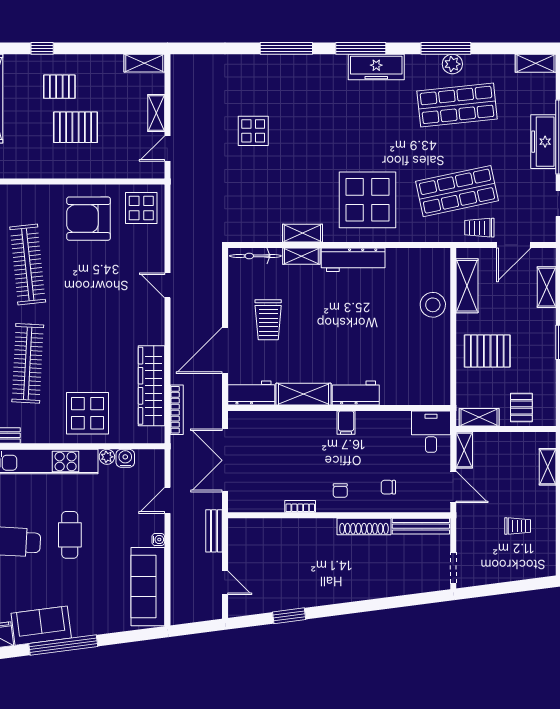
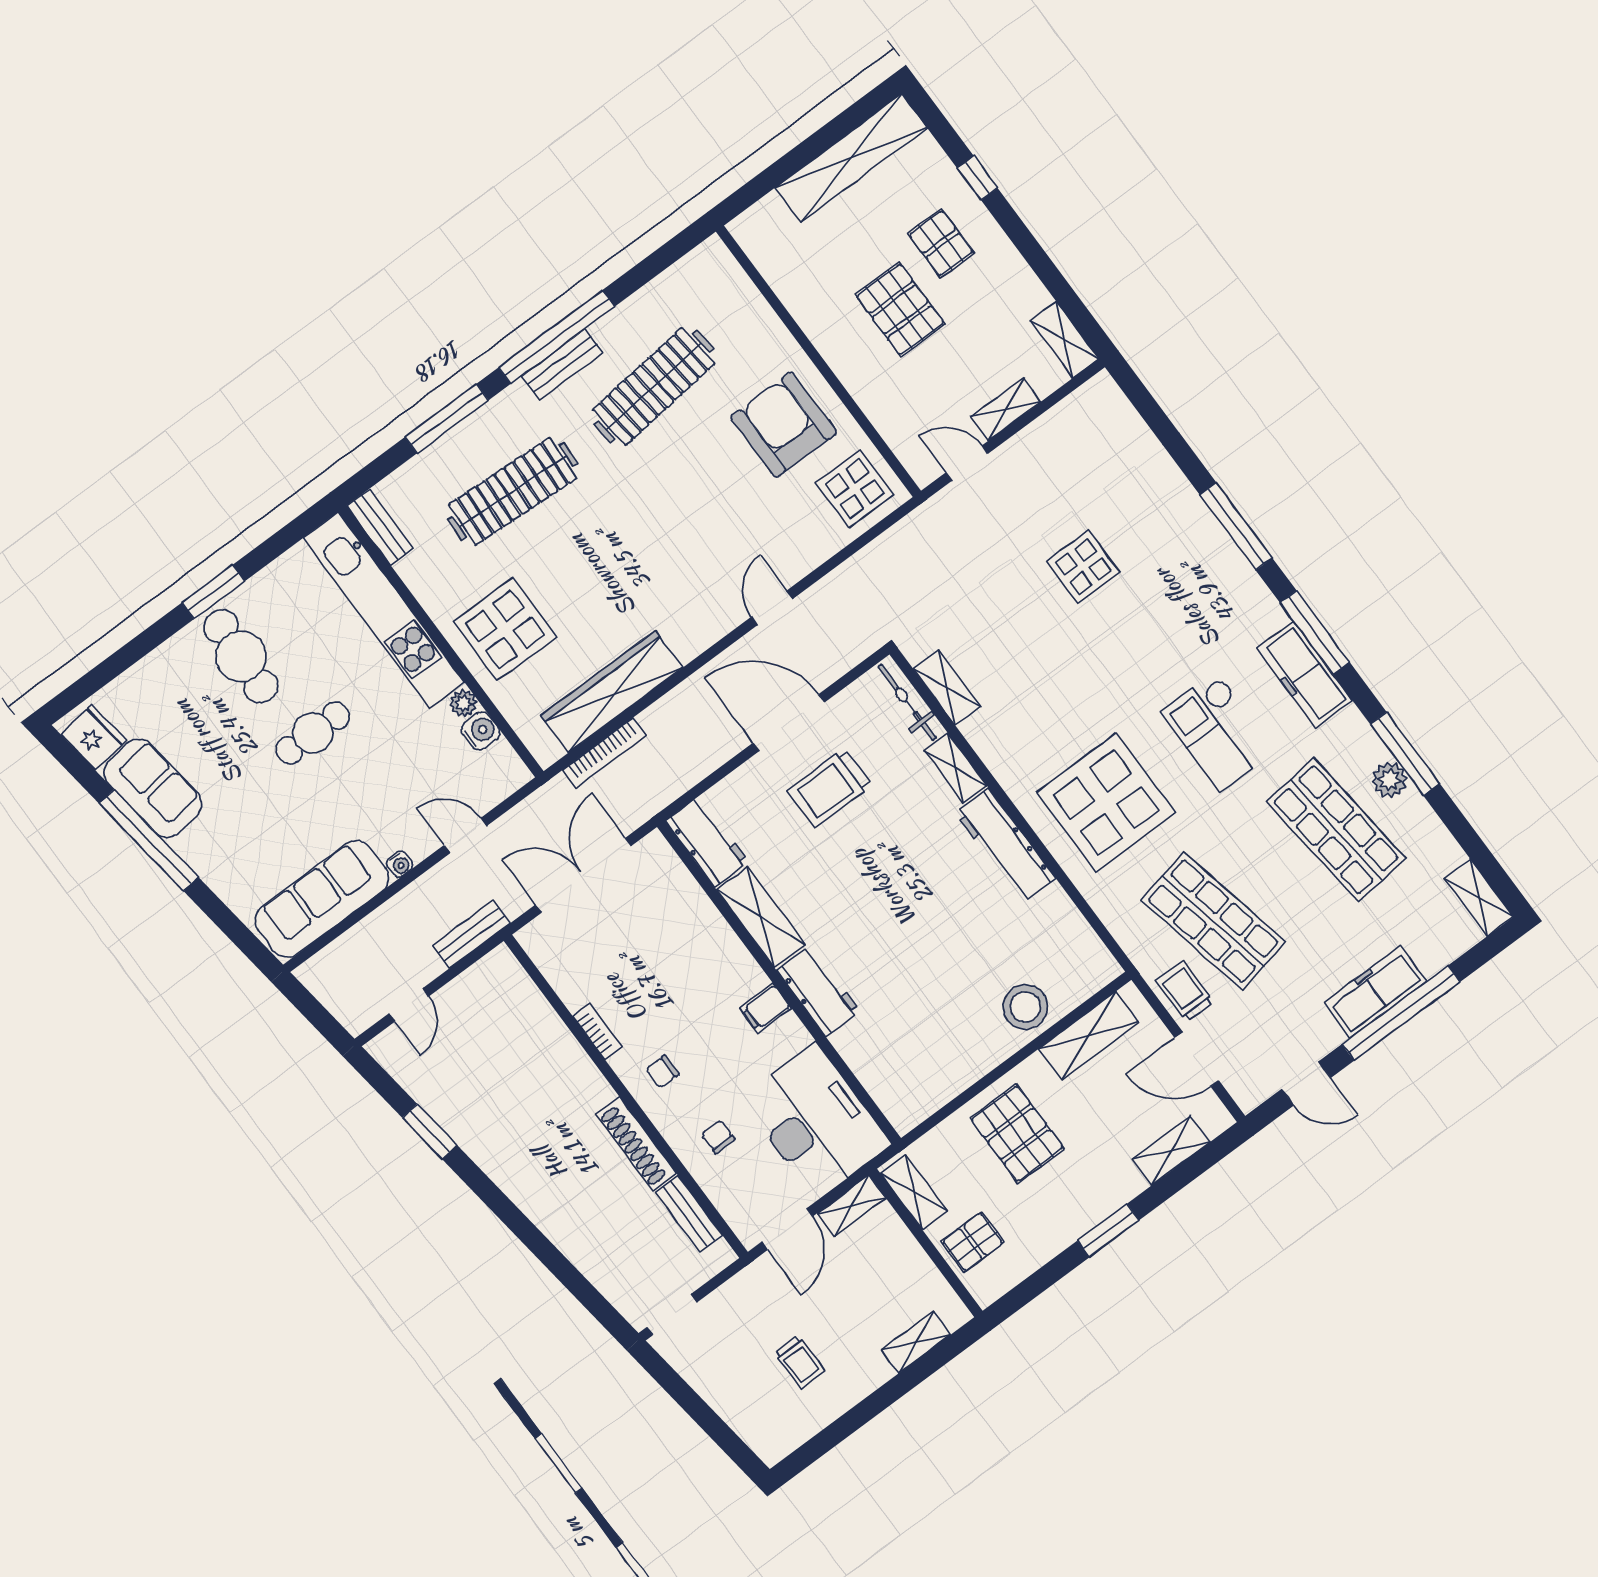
checkout: (373, 125) -> (1218, 731), added
shelving: (302, 233) -> (947, 688), moved
door: (225, 350) -> (789, 723), moved
desk: (431, 432) -> (816, 1121), width x1.87, depth x1.30
bench: (421, 526) -> (689, 1214), width x0.73

